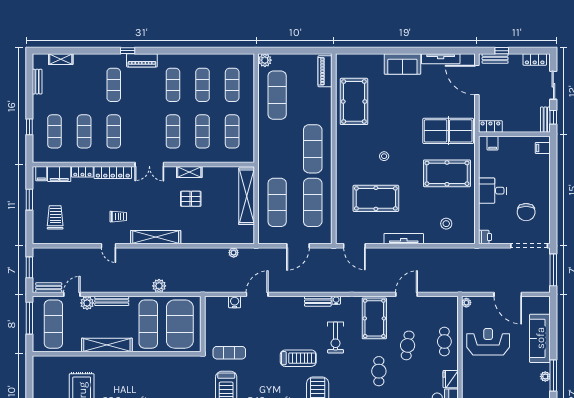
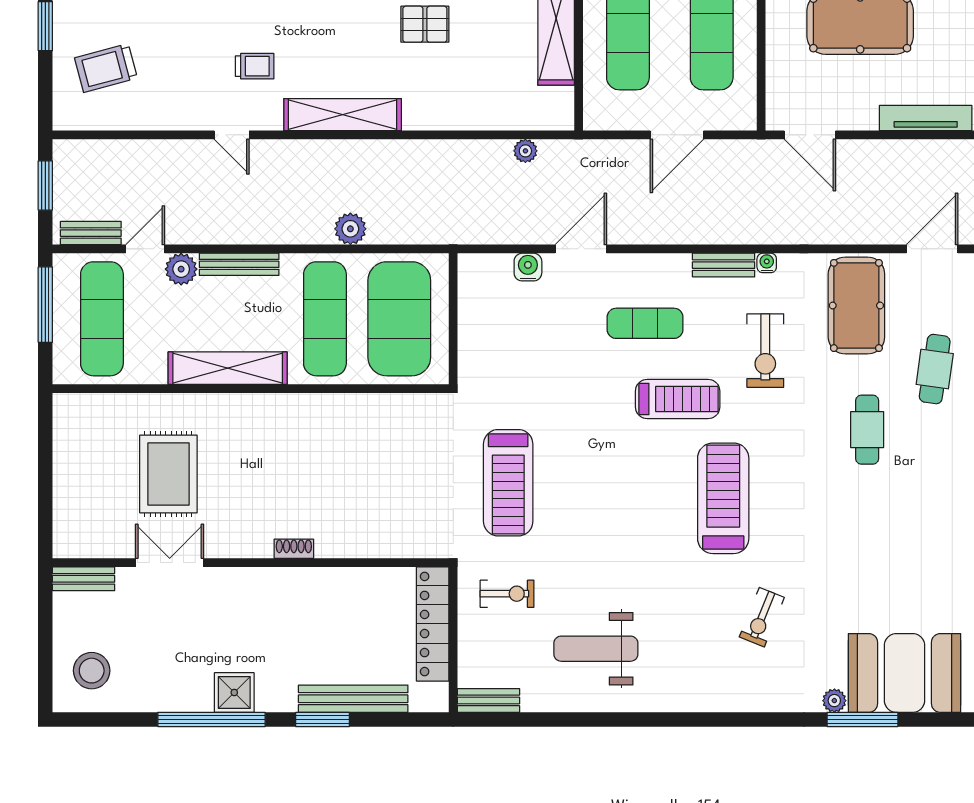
trolley: (55, 217) -> (106, 68), turned -105
exercise mat: (229, 353) -> (645, 323), moved

